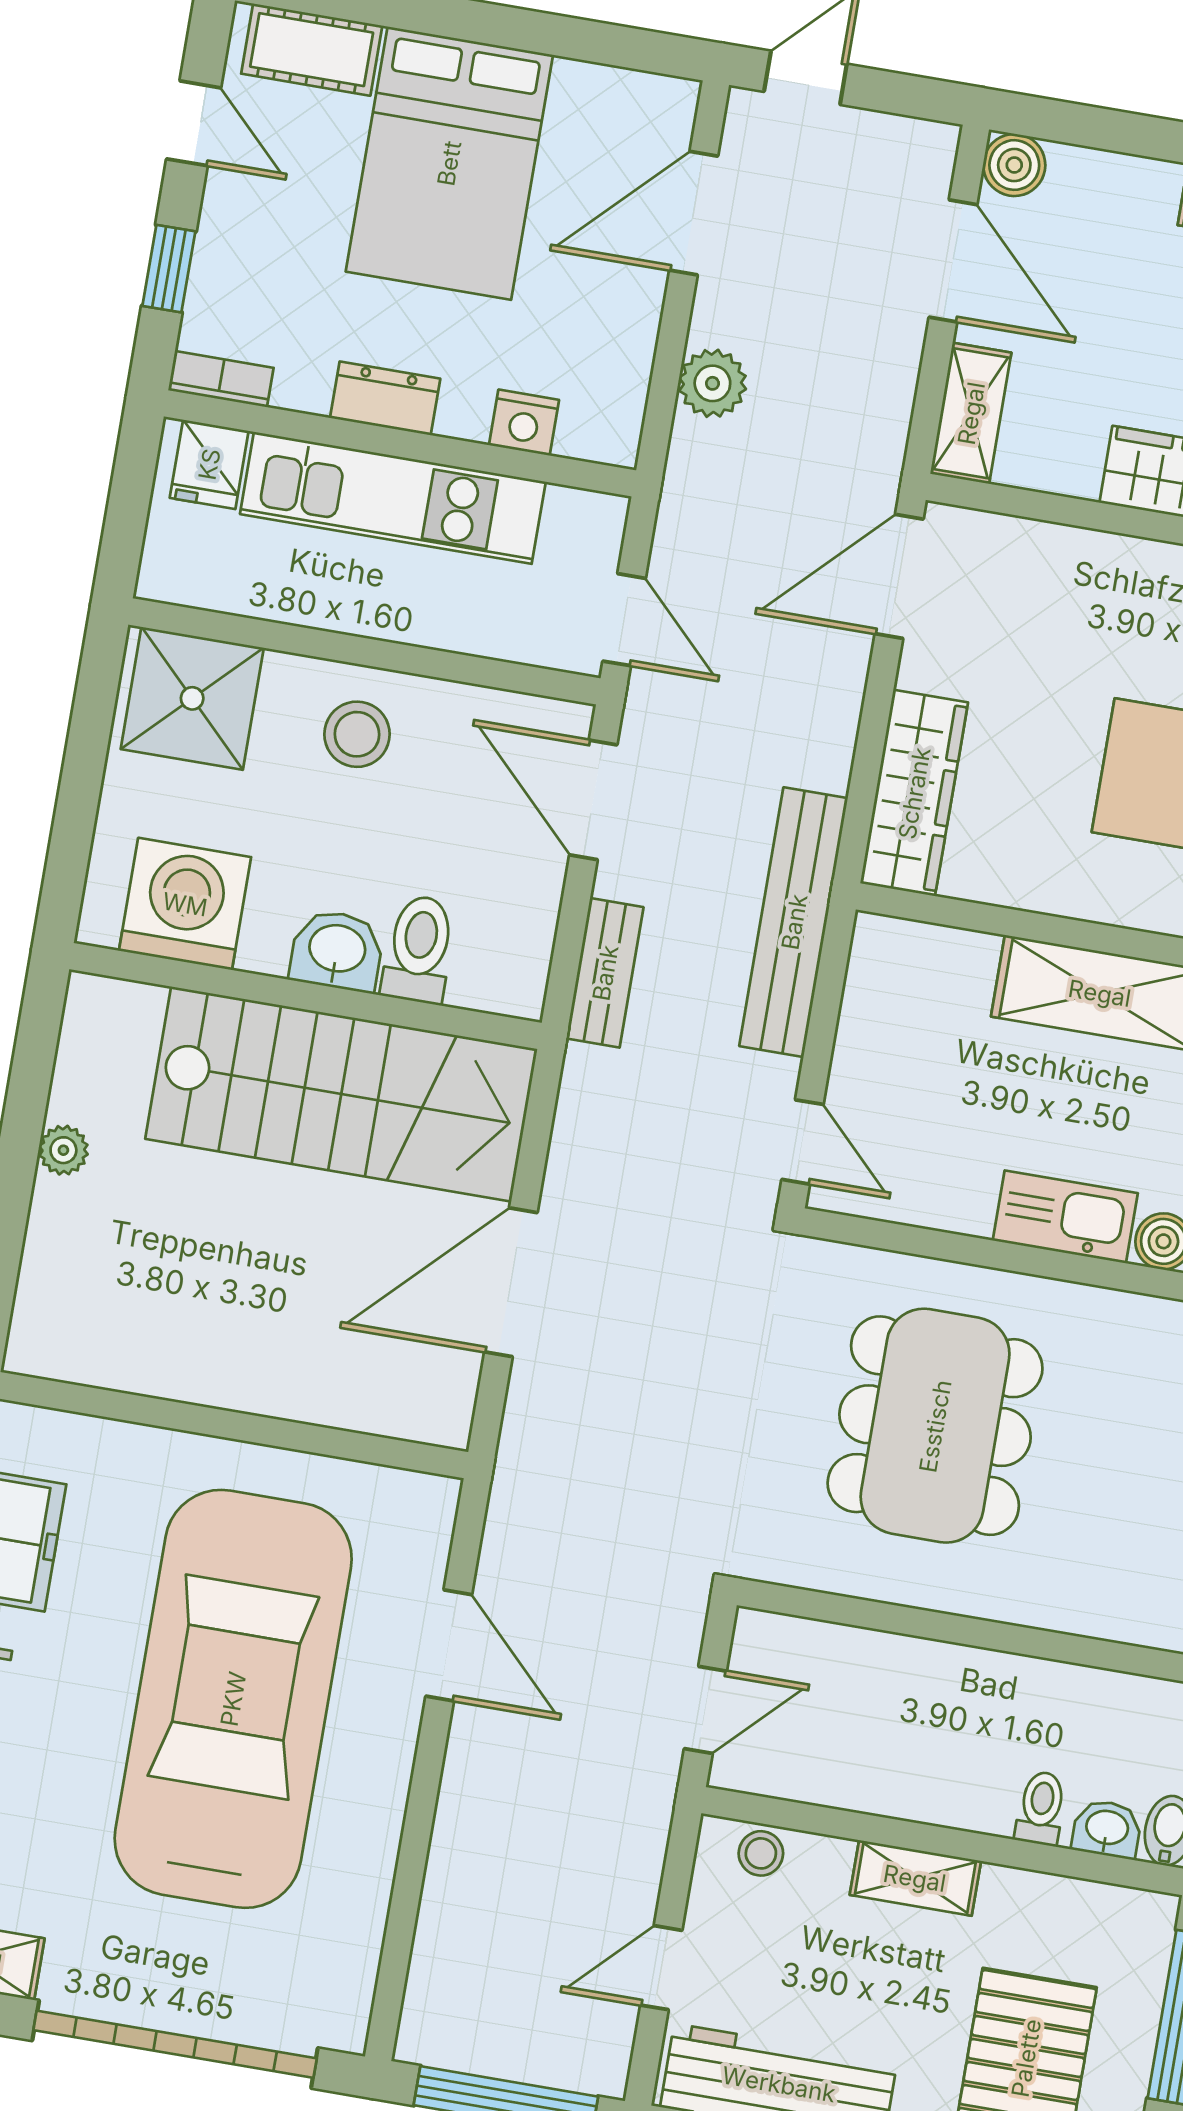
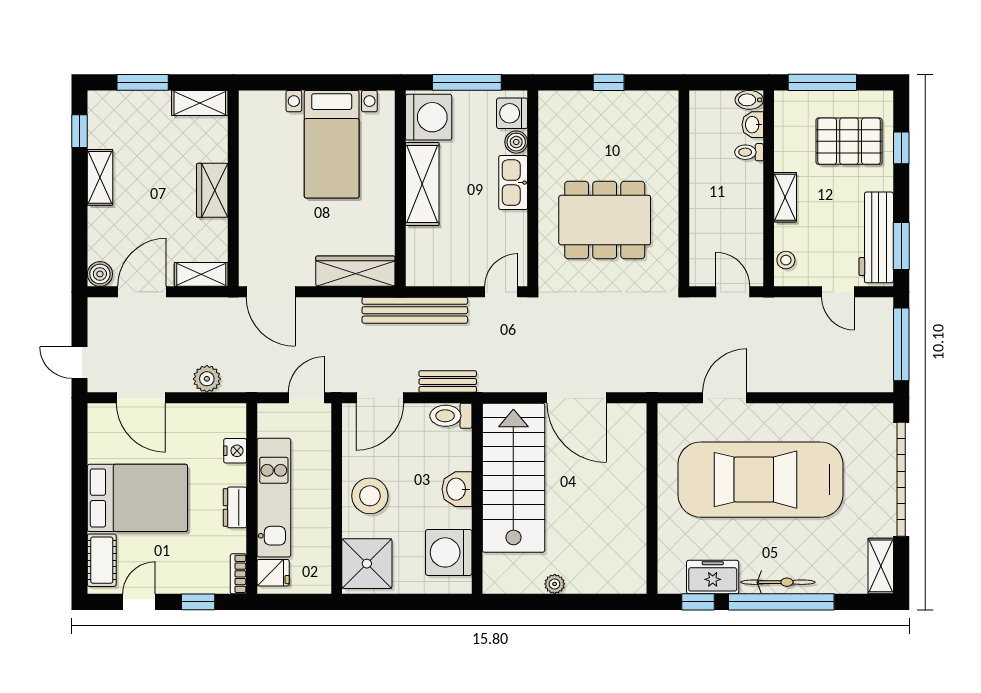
stool: (357, 734) -> (370, 496), width x1.38, depth x1.38
toilet: (419, 949) -> (451, 416), moved

